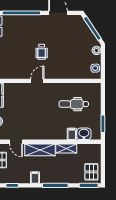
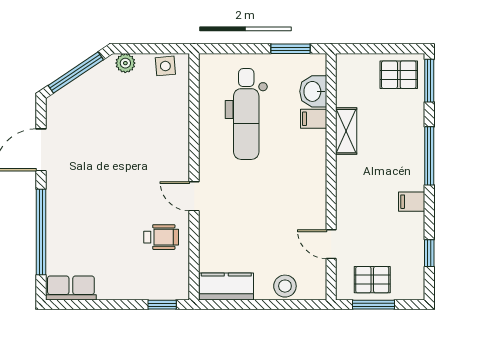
wheelchair: (42, 52) -> (161, 237), moved
dental chair: (74, 104) -> (246, 114), width x1.36, depth x1.38
door: (16, 142) -> (331, 244), swing flipped
shelving: (40, 150) -> (349, 190), removed

